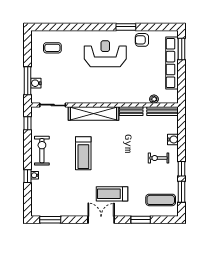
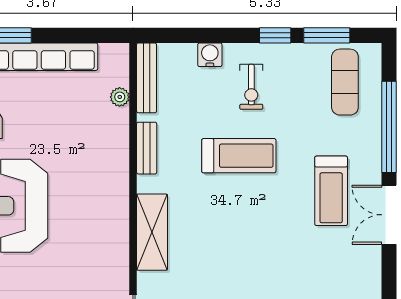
shelving: (93, 114) -> (152, 232), width x0.68
treadmill: (83, 153) -> (239, 156), moved
window: (141, 220) -> (389, 127), width x2.11

